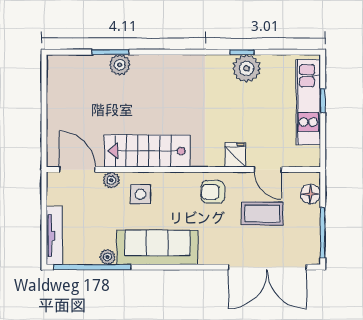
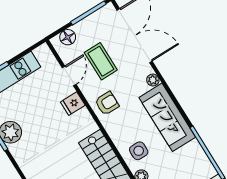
armchair: (213, 192) -> (107, 103), turned -90
plant: (108, 257) -> (153, 80), moved

